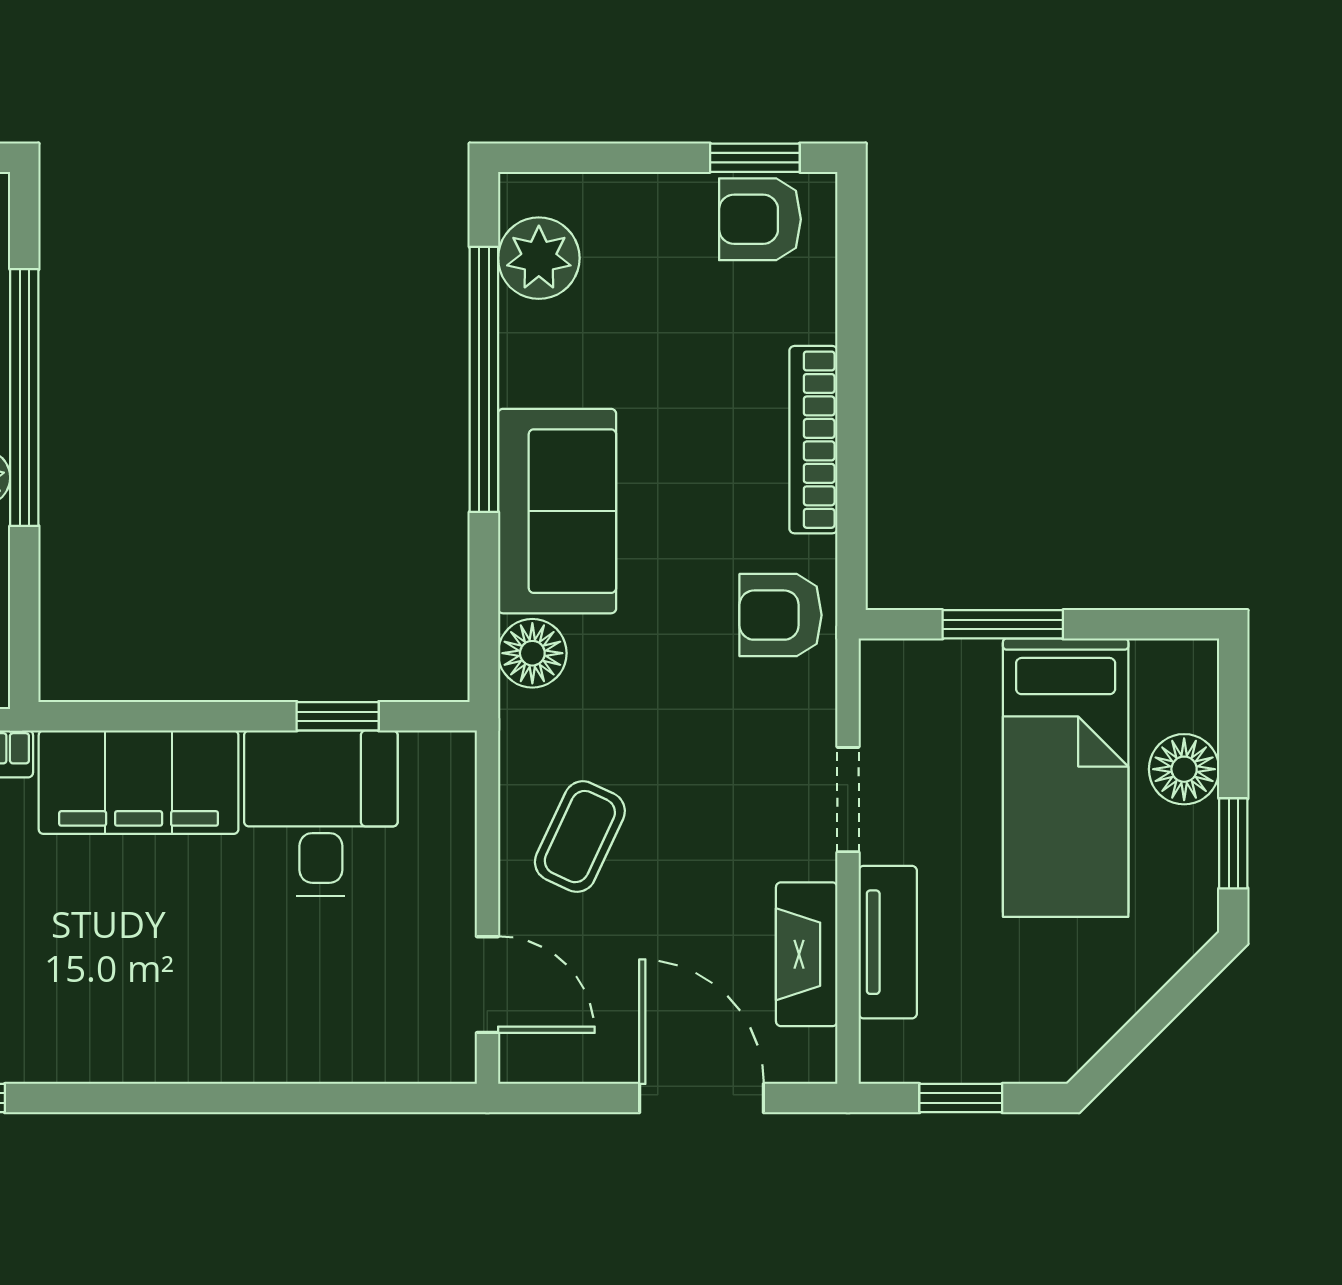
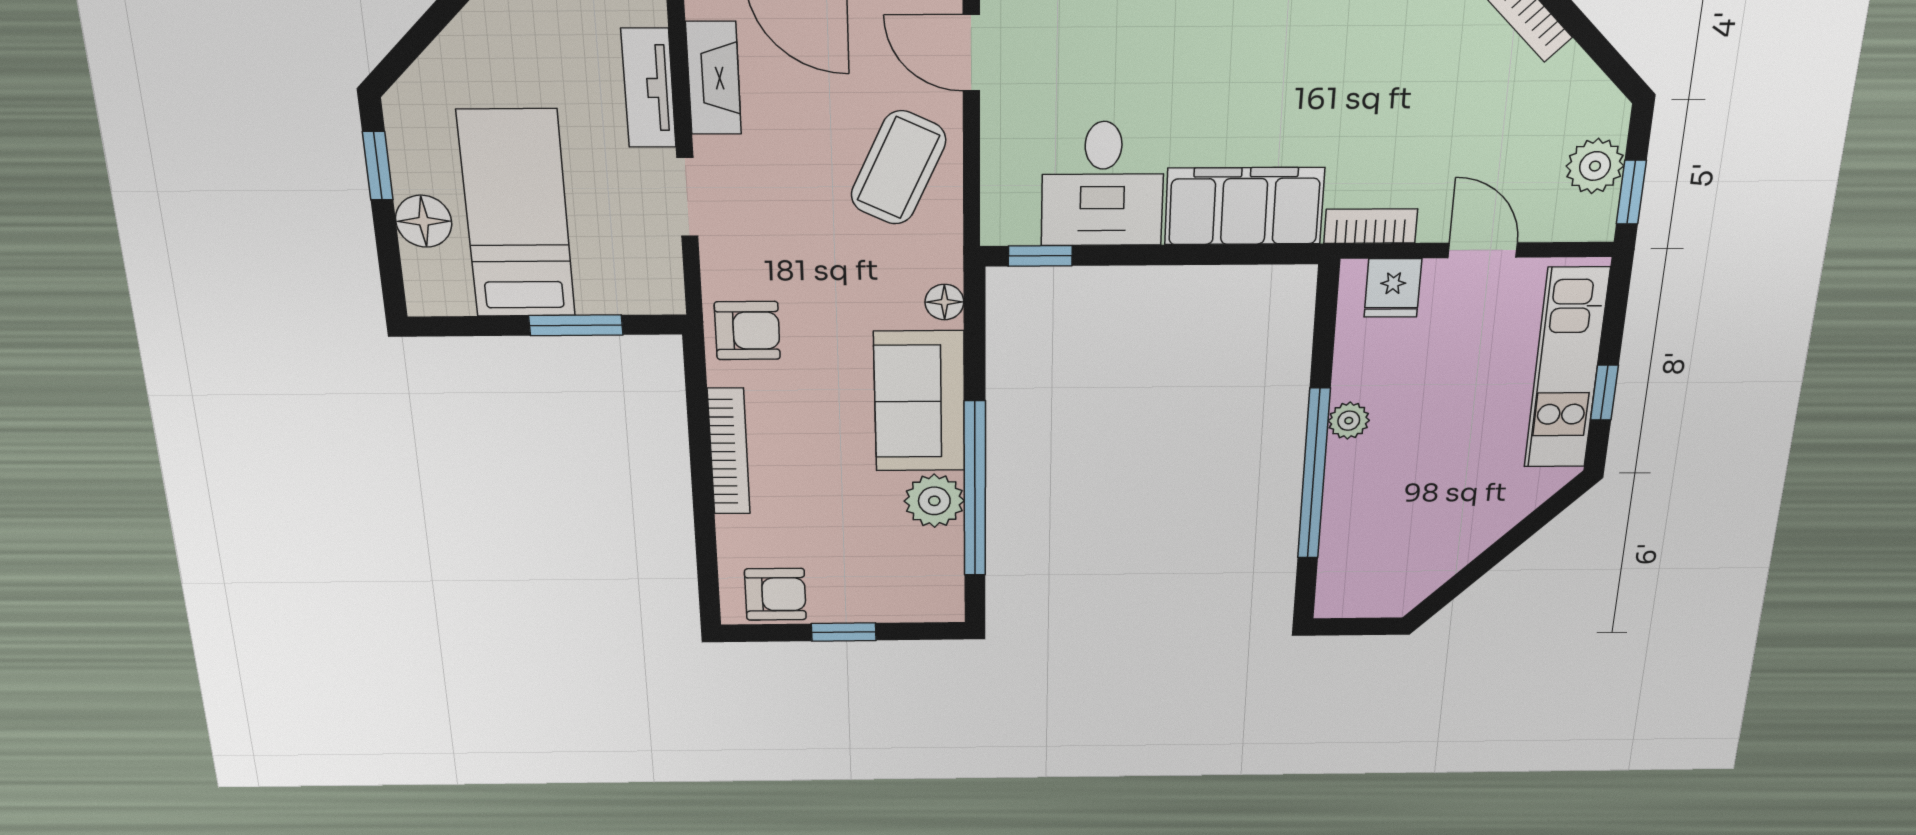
window: (755, 158) -> (844, 632), moved
plant: (539, 258) -> (934, 501), moved
floor lamp: (532, 653) -> (944, 302), width x0.73, depth x0.73
window: (338, 716) -> (1040, 256), moved
coffee table: (580, 837) -> (898, 168), width x1.36, depth x1.30

